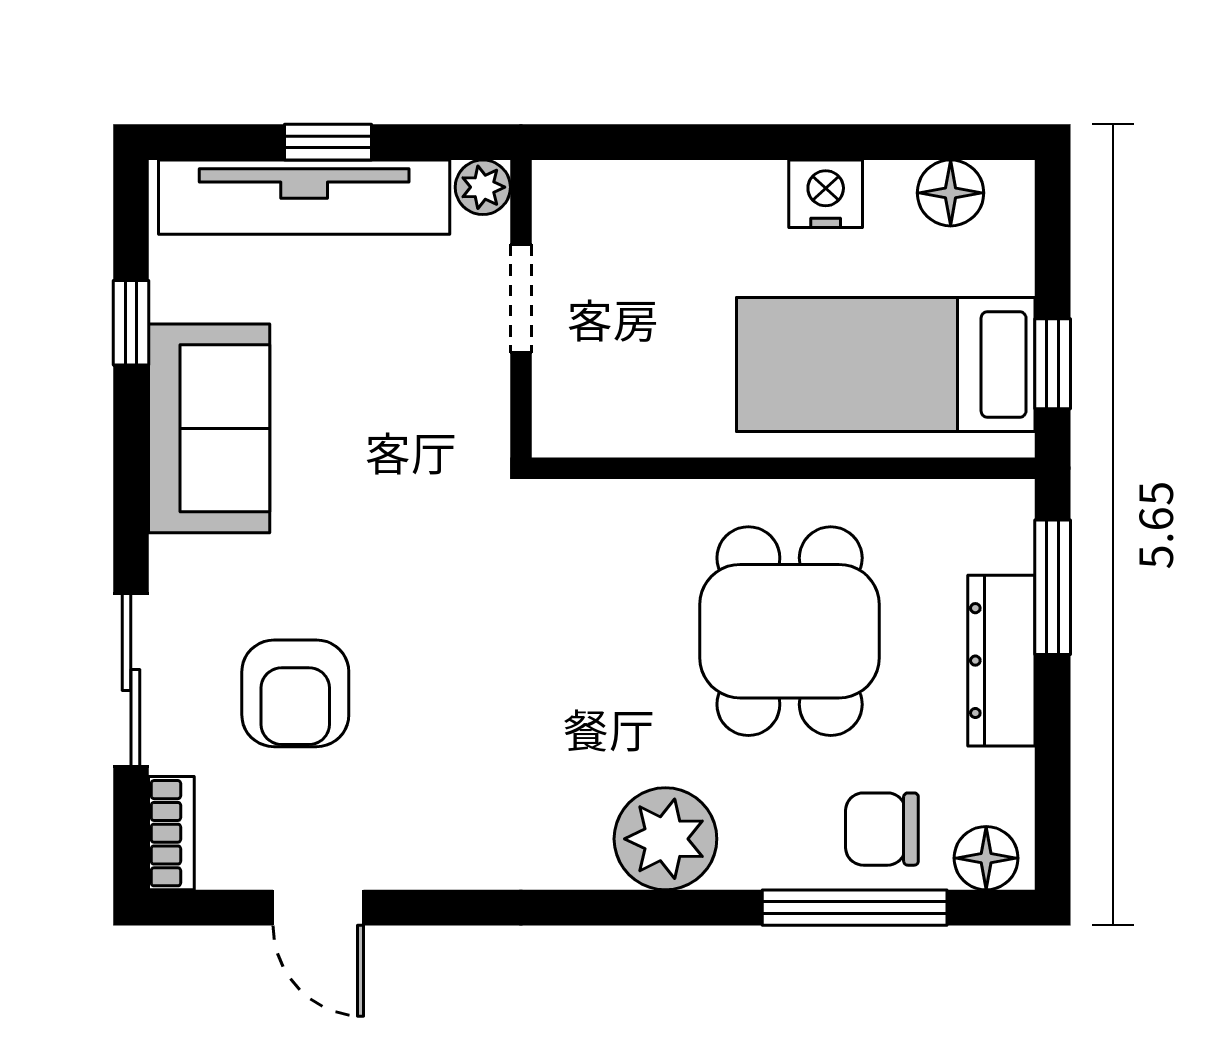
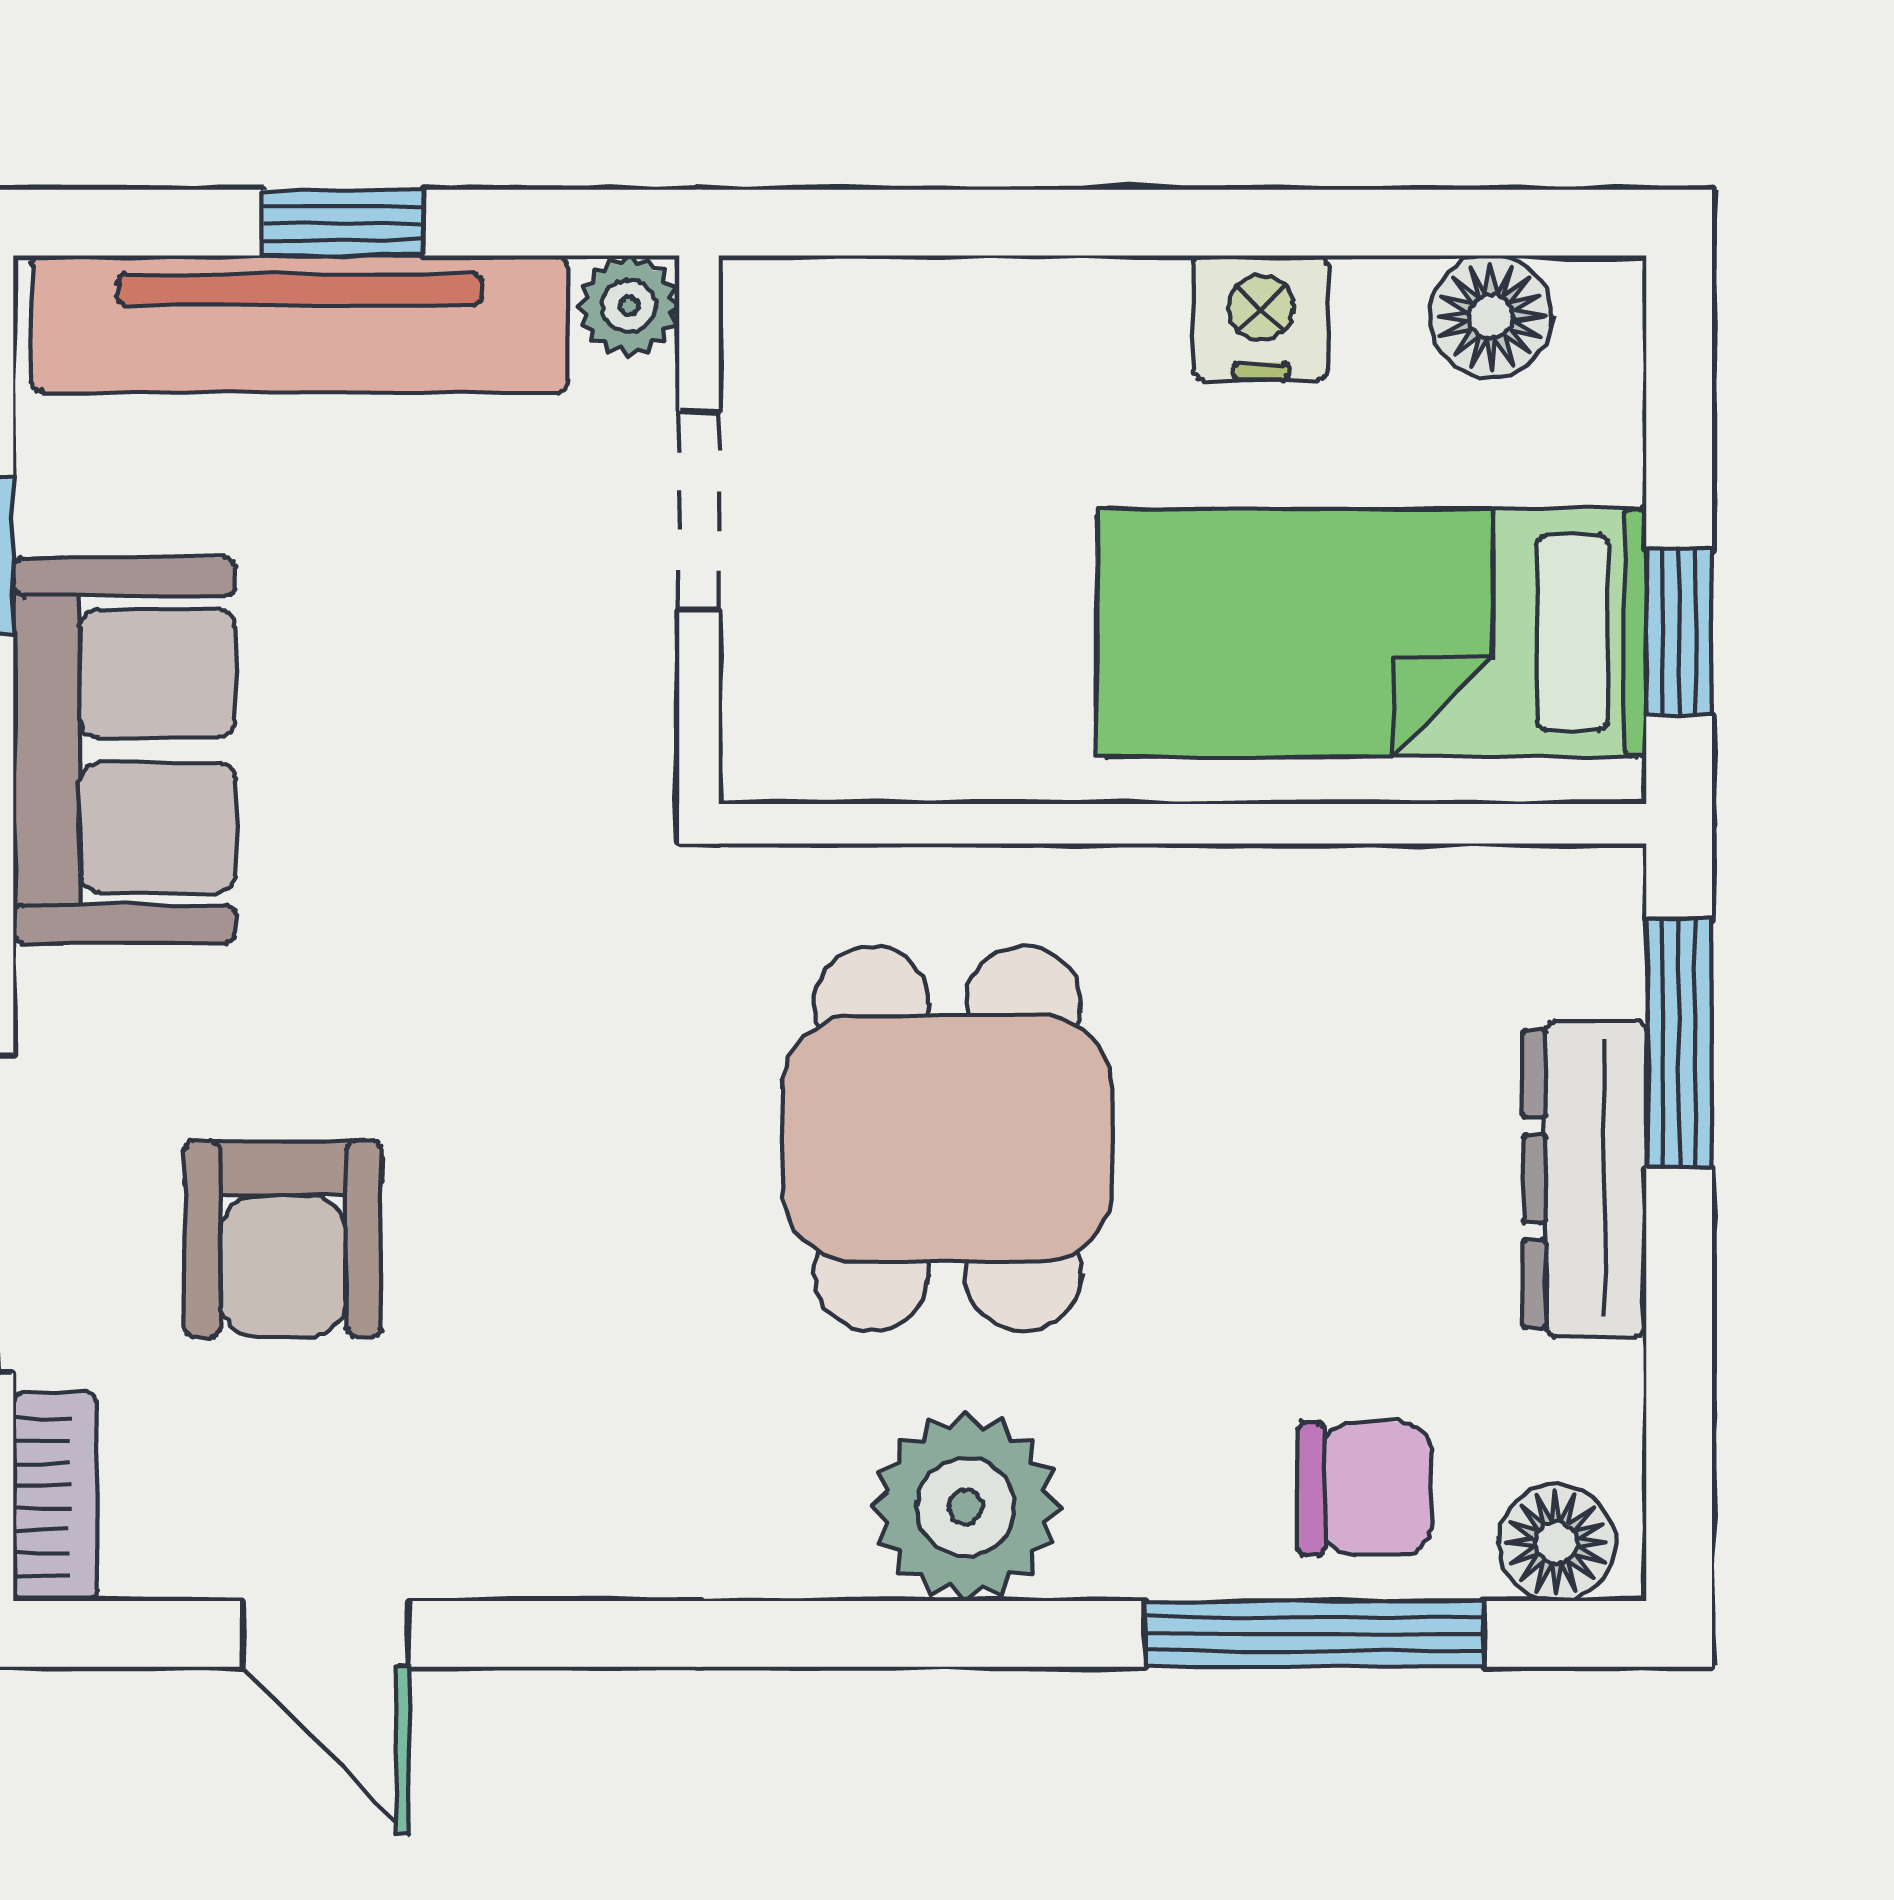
dining table: (790, 631) -> (947, 1139), moved
chair: (882, 829) -> (1365, 1489), turned 180

